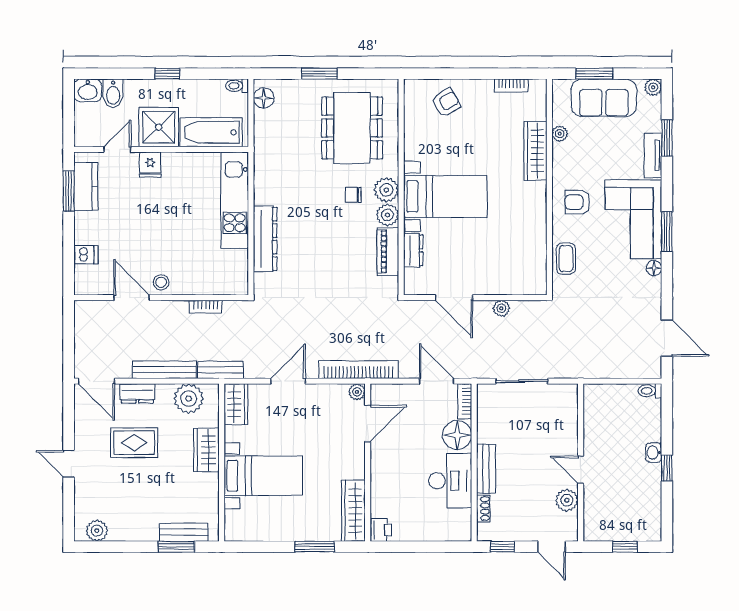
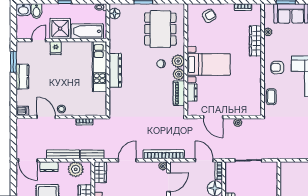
kitchen counter: (86, 186) -> (22, 77), moved
dresser: (265, 239) -> (115, 70), moved
dishwasher: (86, 255) -> (22, 111), moved

